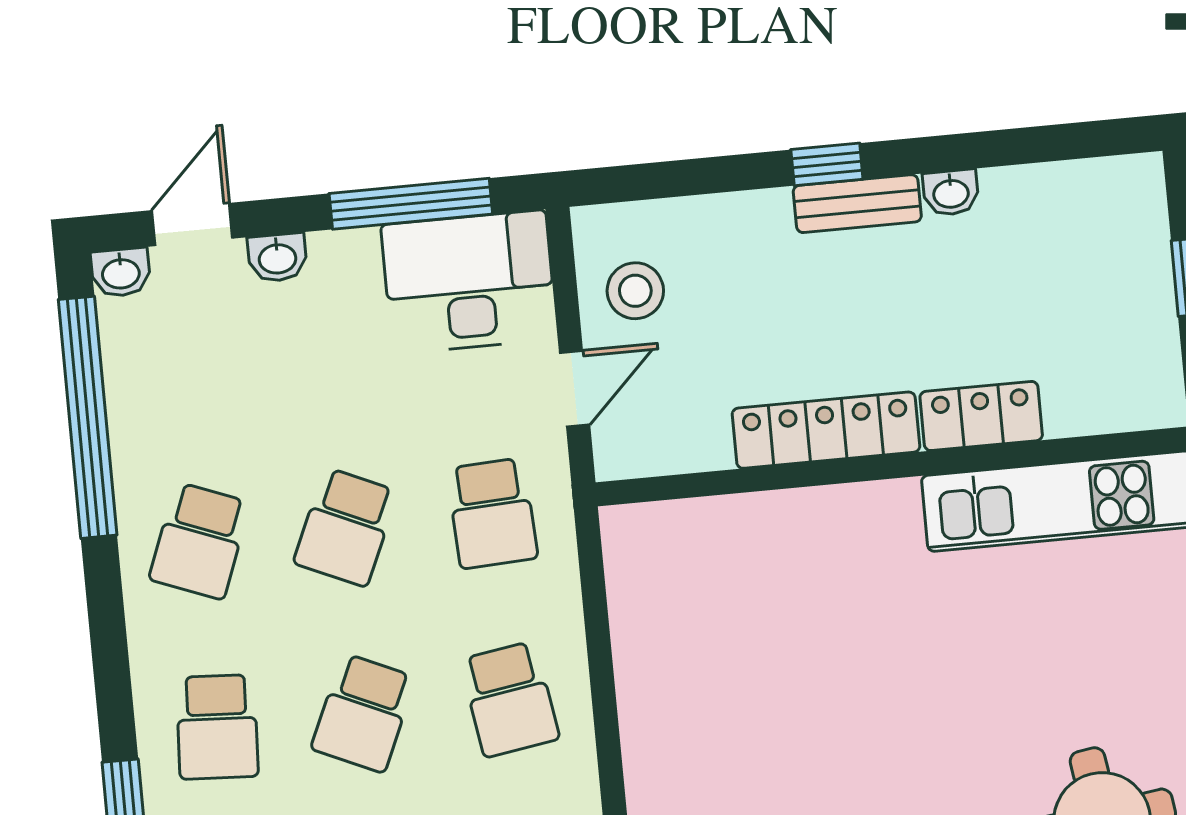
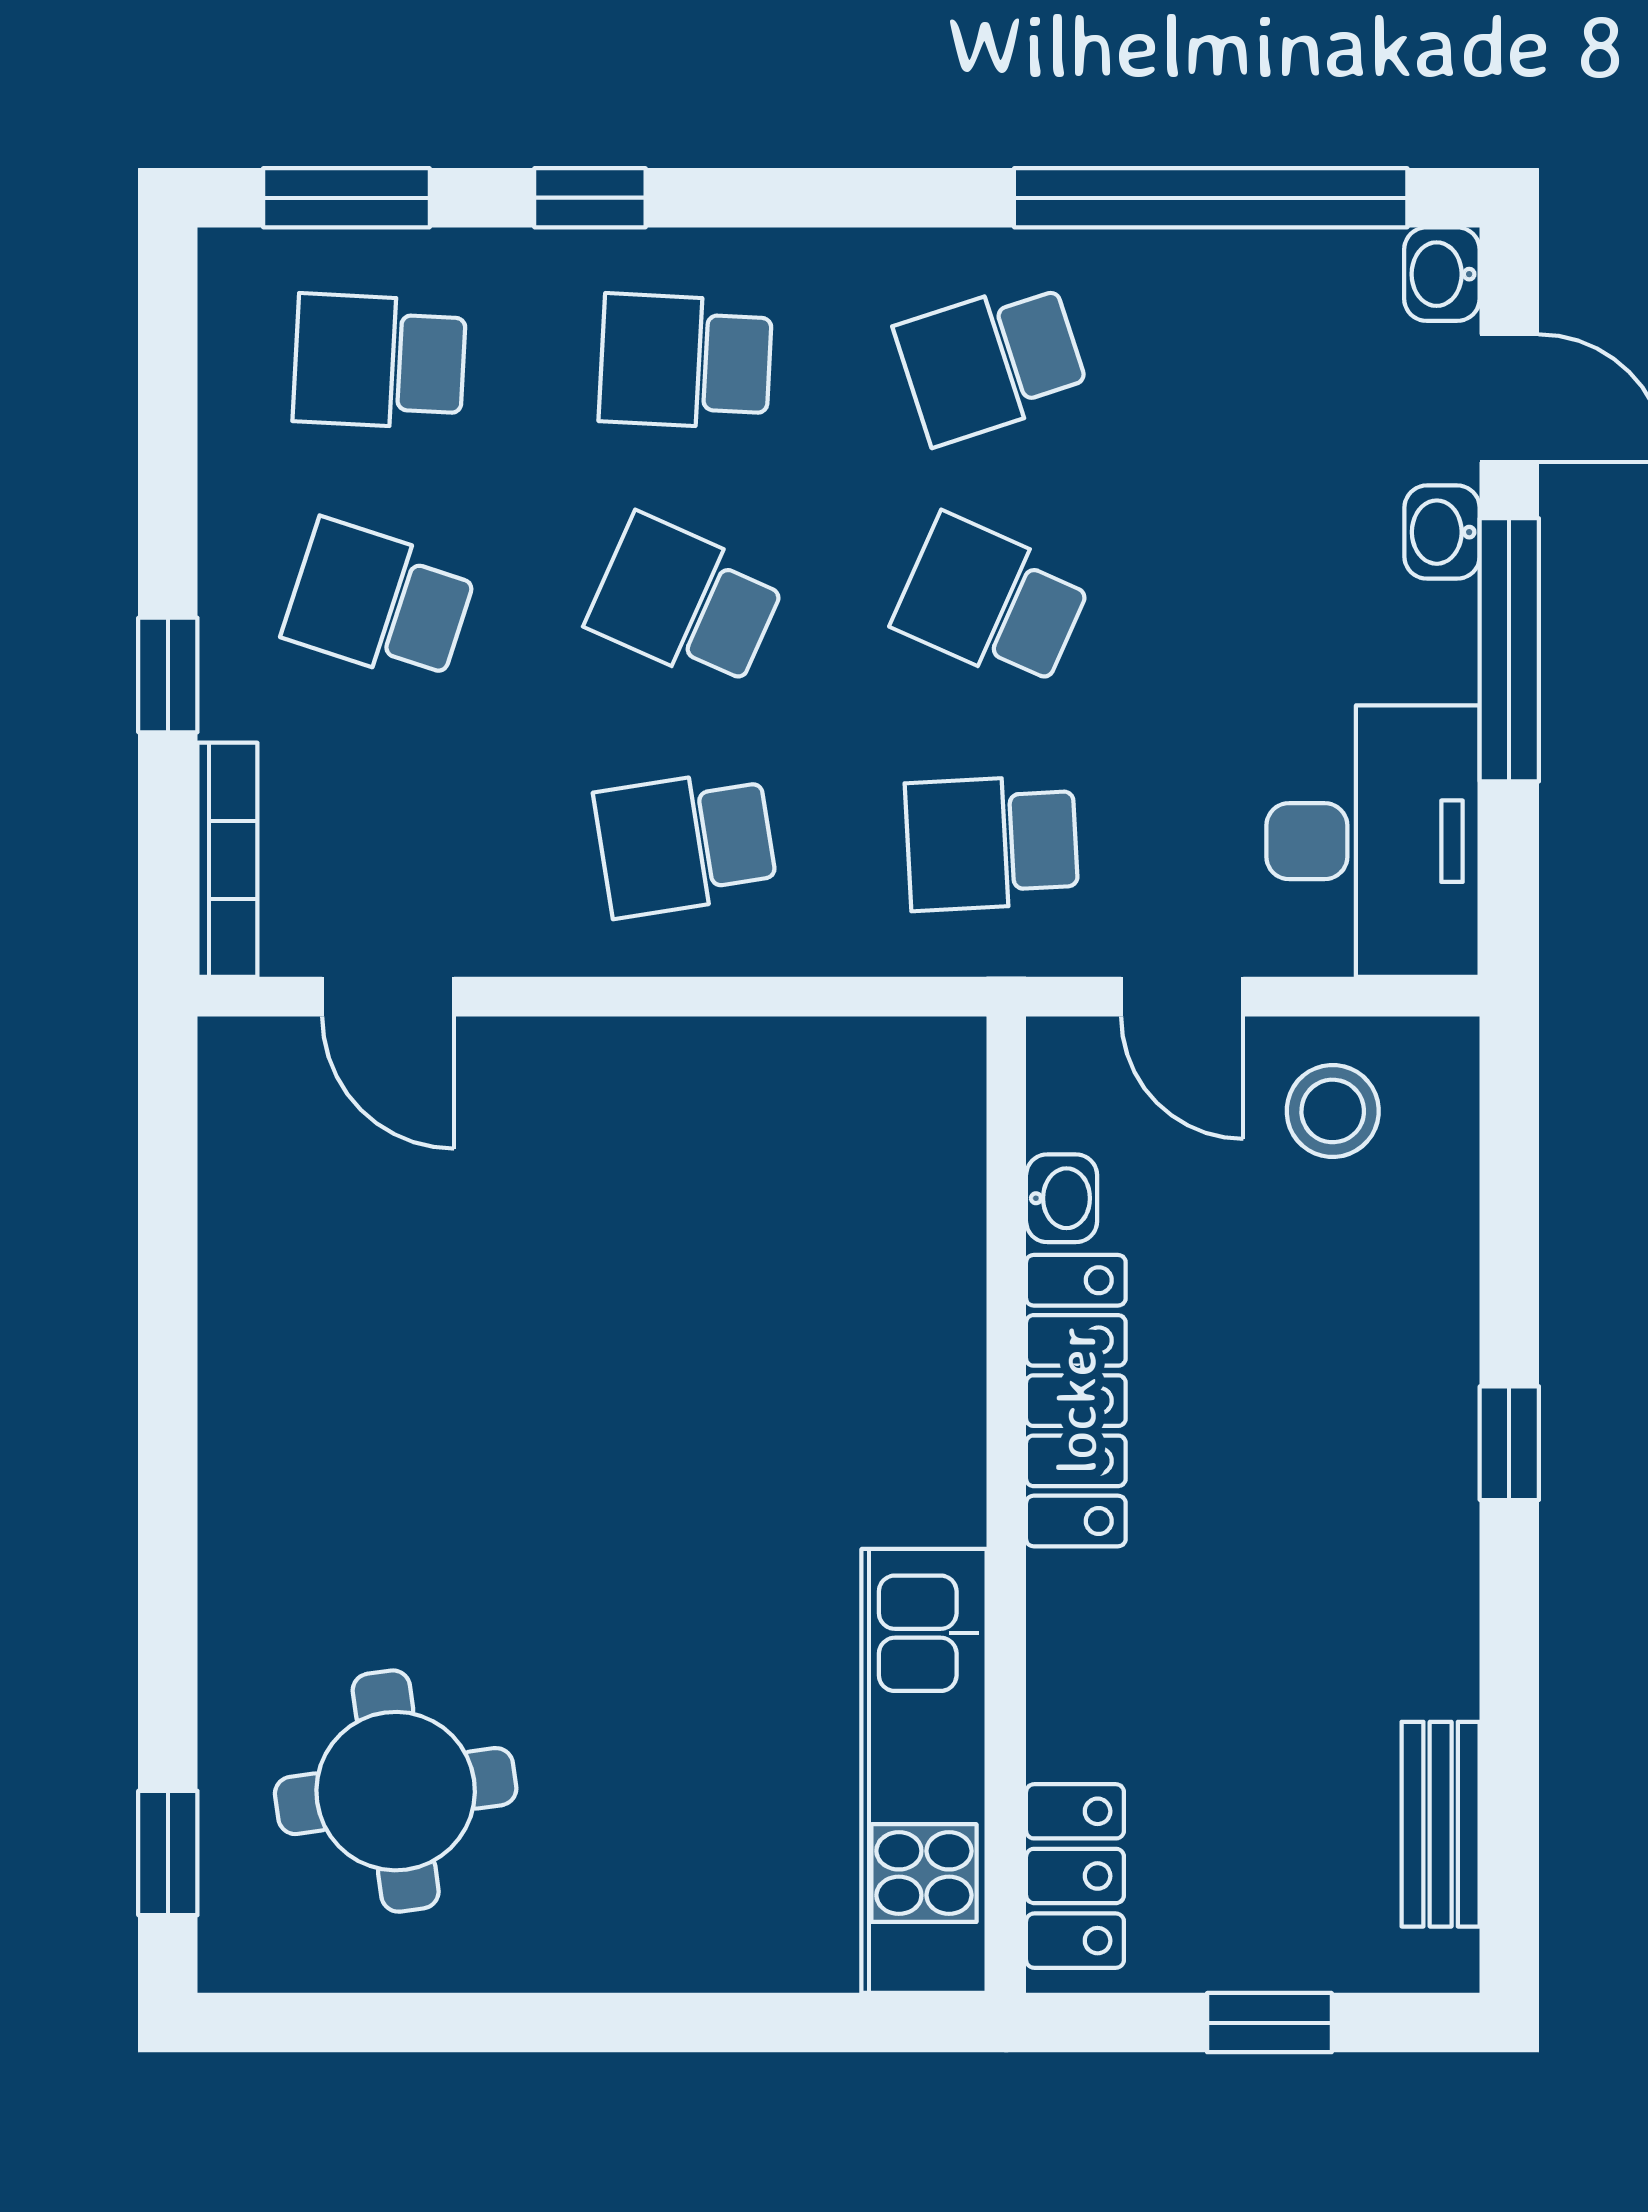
washbasin: (951, 193) -> (1062, 1198), moved, turned 180
window: (411, 204) -> (1509, 650), moved
bench: (857, 204) -> (1441, 1824), moved
locker: (981, 416) -> (1075, 1876), moved
school desk: (200, 541) -> (992, 361), turned -39

